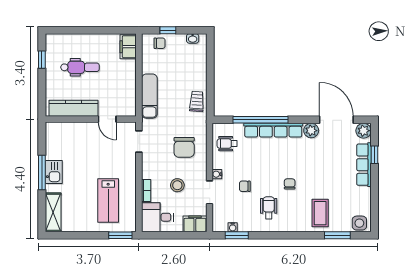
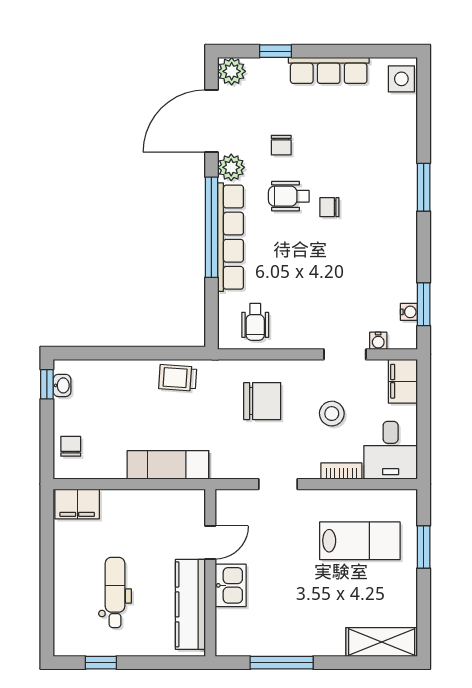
window: (168, 30) -> (47, 384), moved
window: (260, 120) -> (211, 227), moved
doorway: (139, 142) -> (278, 484), moved
row of seats: (364, 165) -> (329, 70), moved
window: (42, 172) -> (282, 663), moved
kitchen sink: (54, 172) -> (231, 585), moved, turned 90
water cooler: (217, 174) -> (378, 341), moved
chair: (245, 186) -> (281, 145), moved
wheelchair: (269, 208) -> (289, 196), moved
coffee table: (320, 213) -> (383, 151), removed
window: (120, 235) -> (424, 547), moved
window: (337, 235) -> (424, 187), moved

